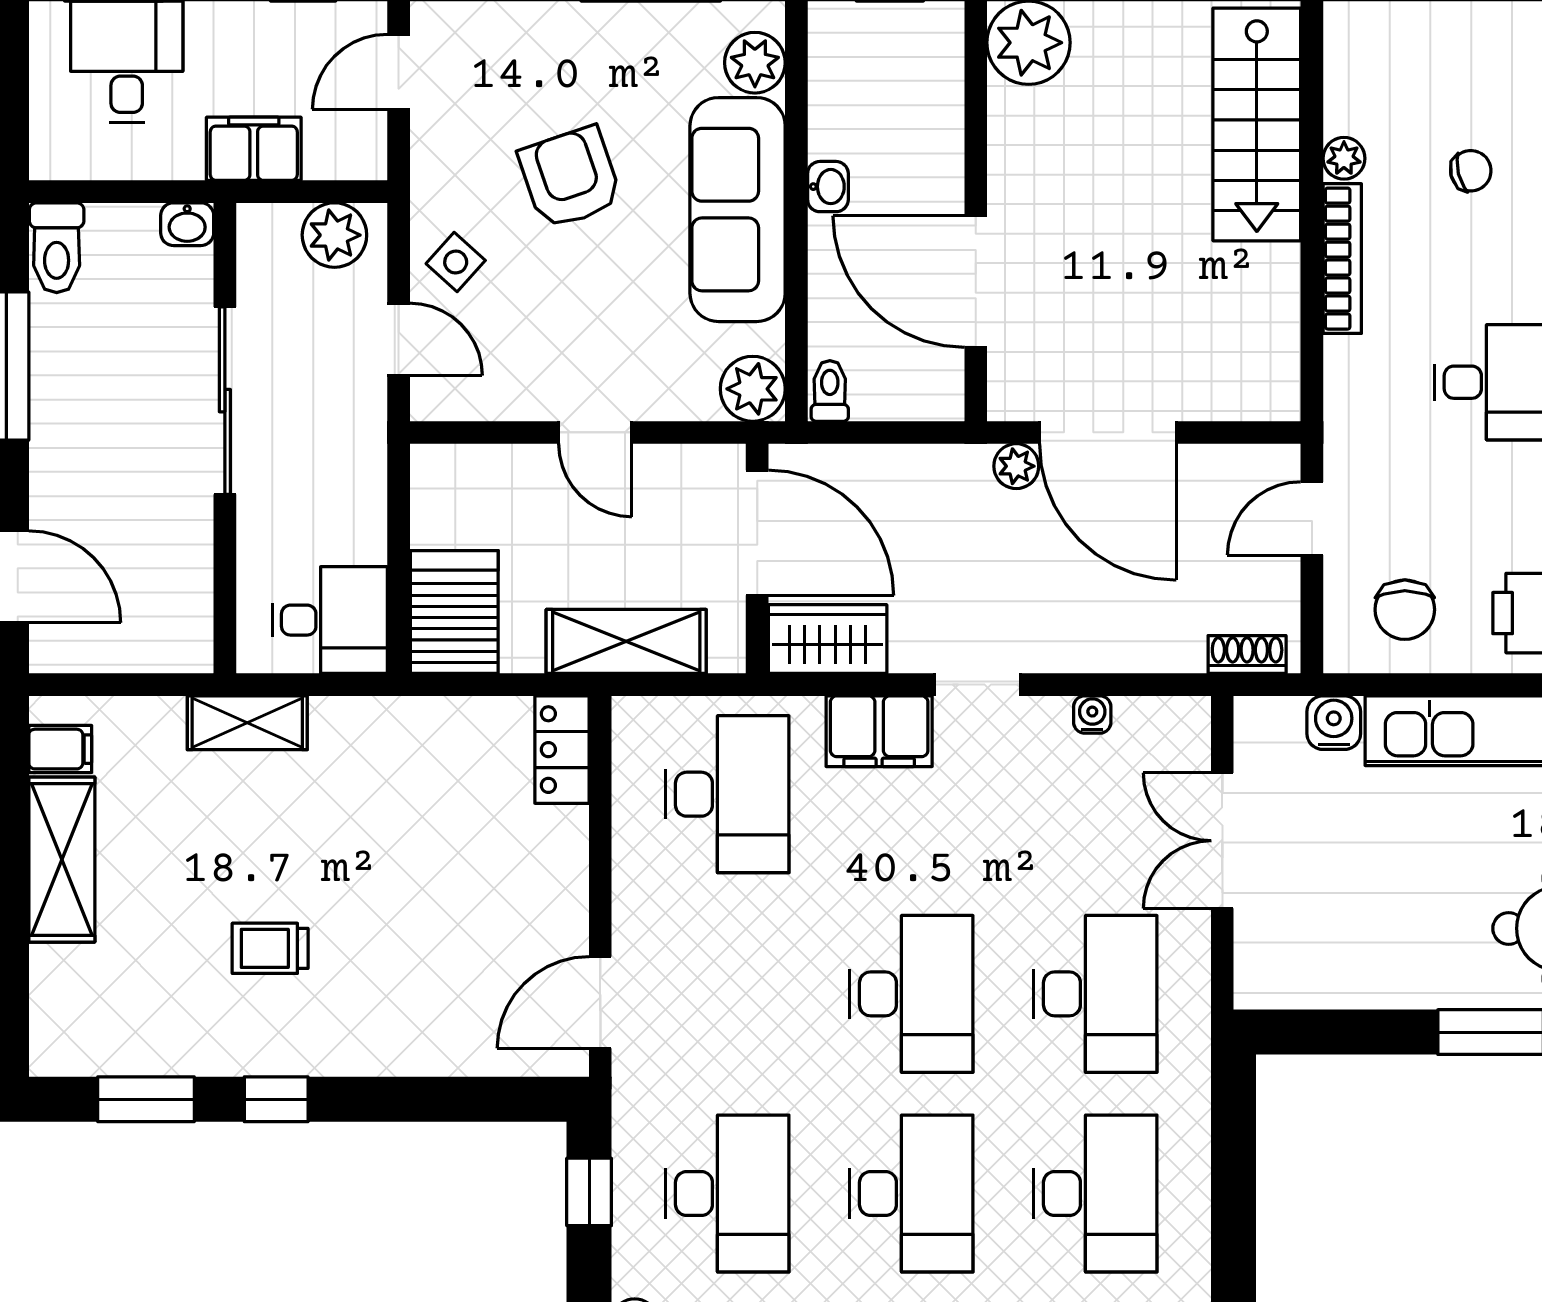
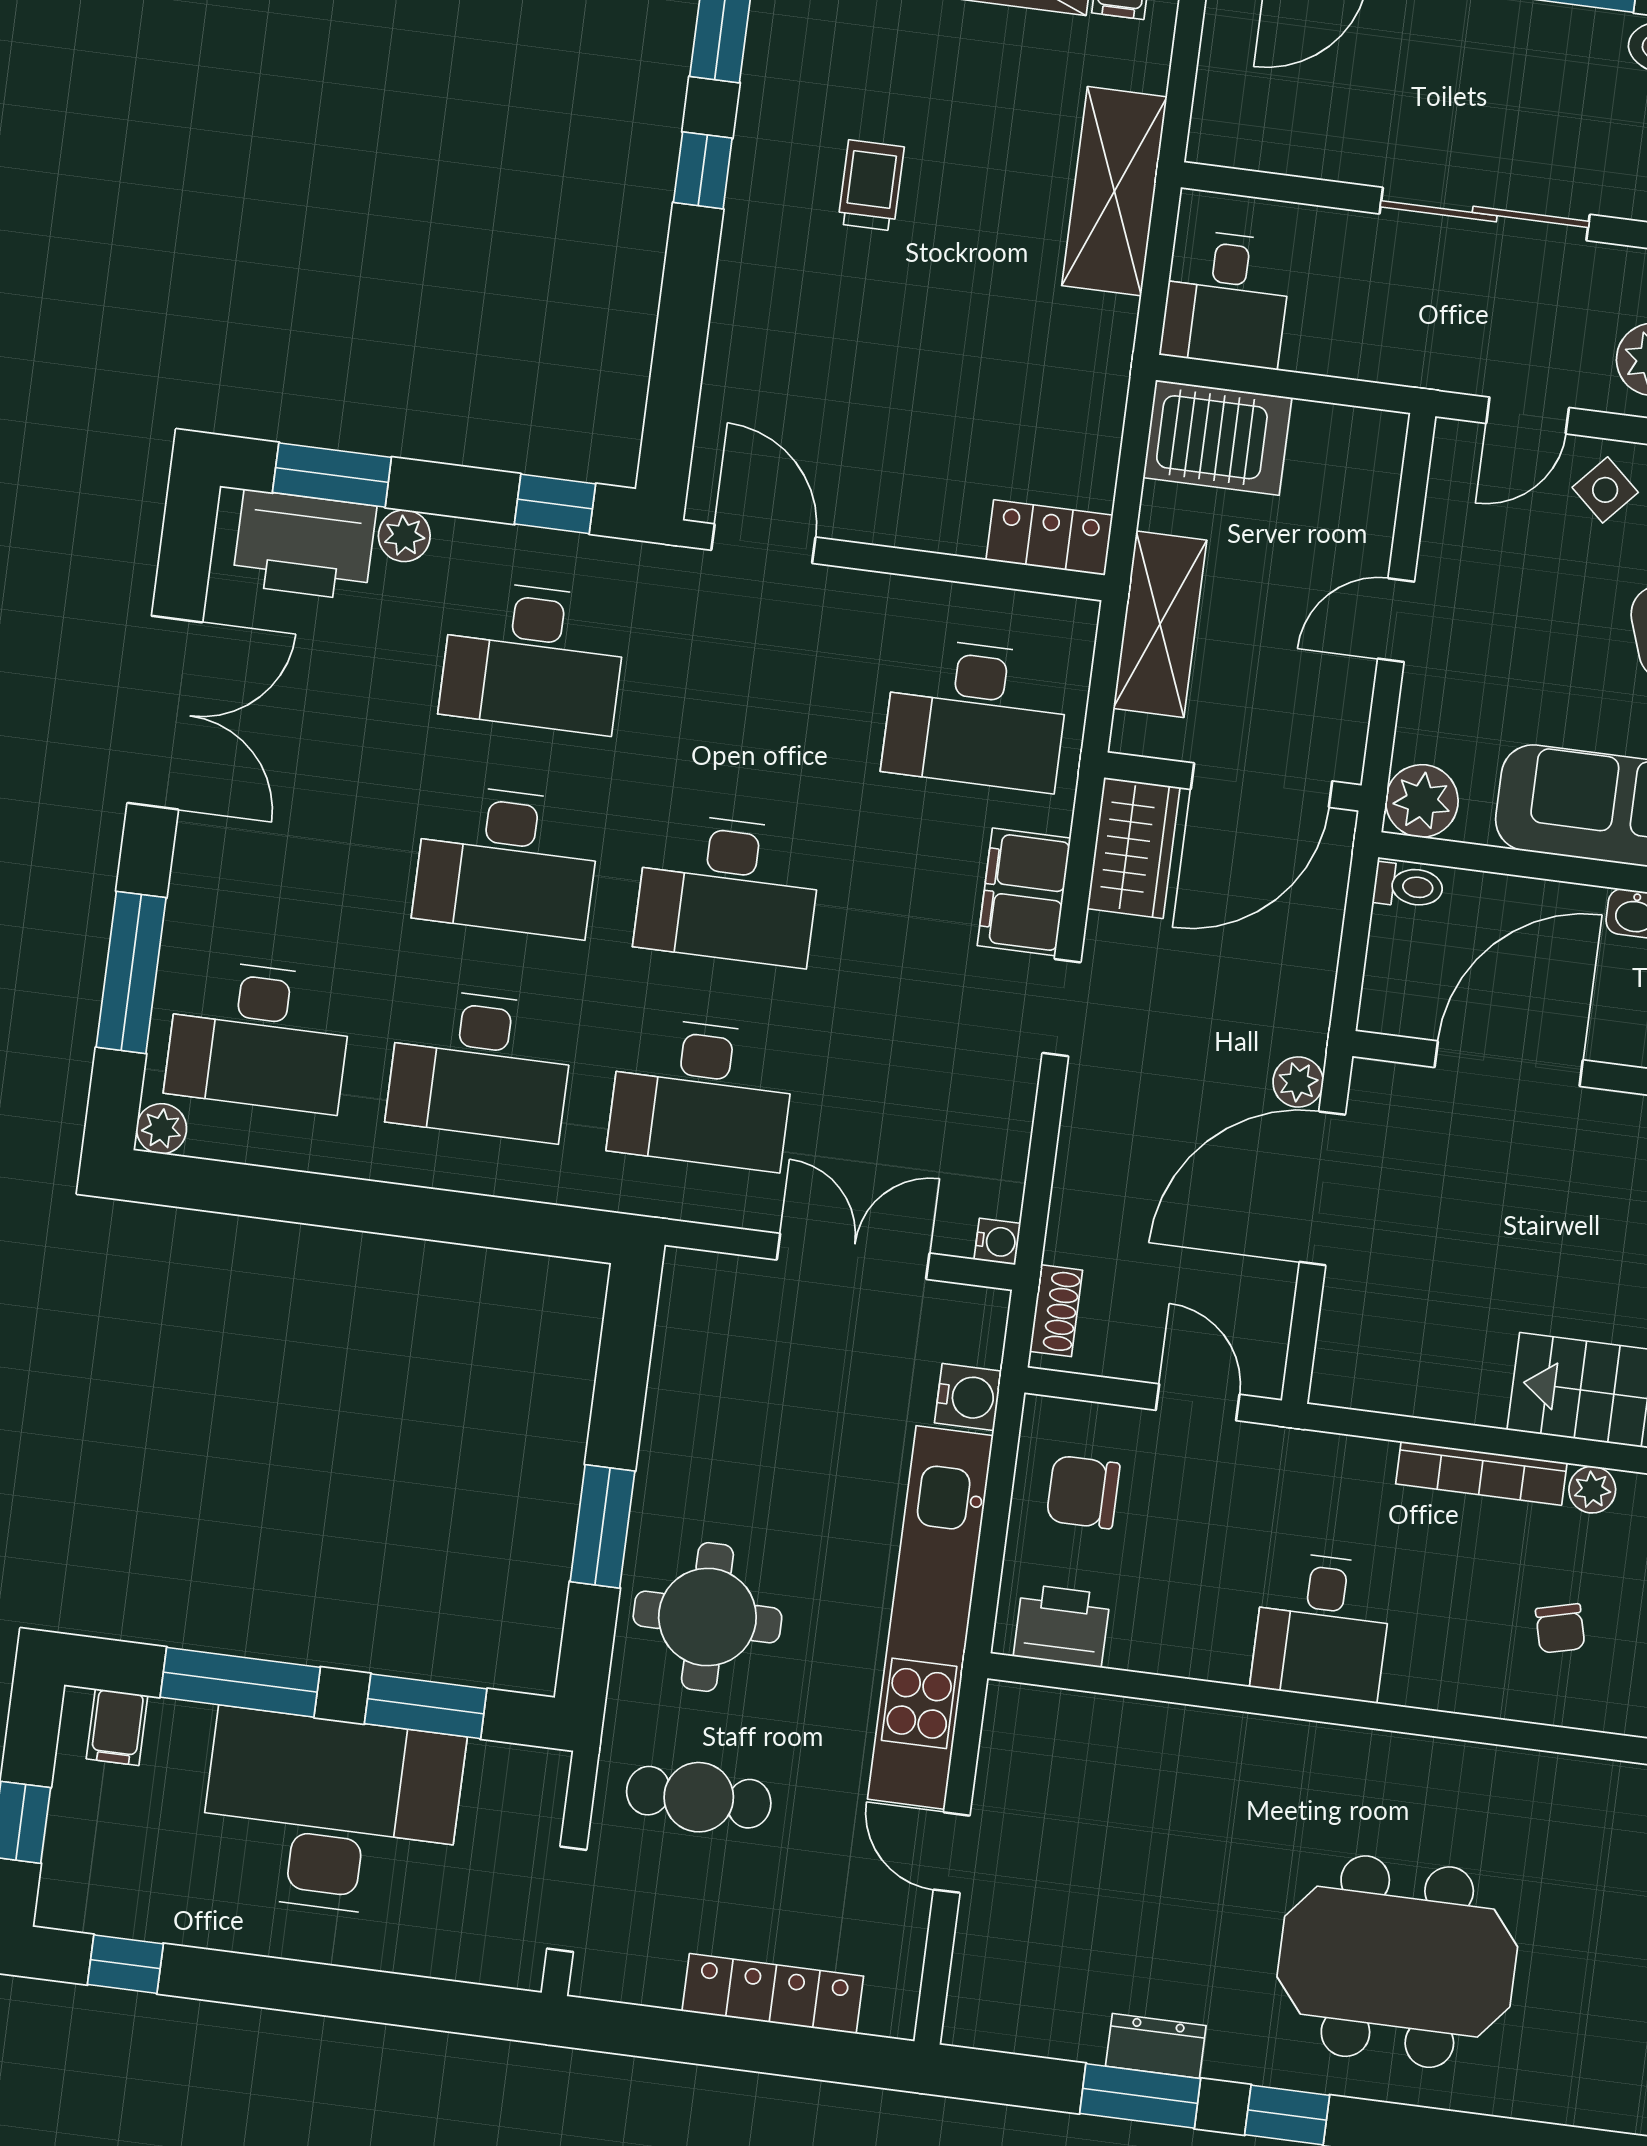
water cooler: (1092, 715) -> (997, 1241), moved
shelving: (247, 723) -> (1114, 191), width x1.50, depth x1.33

